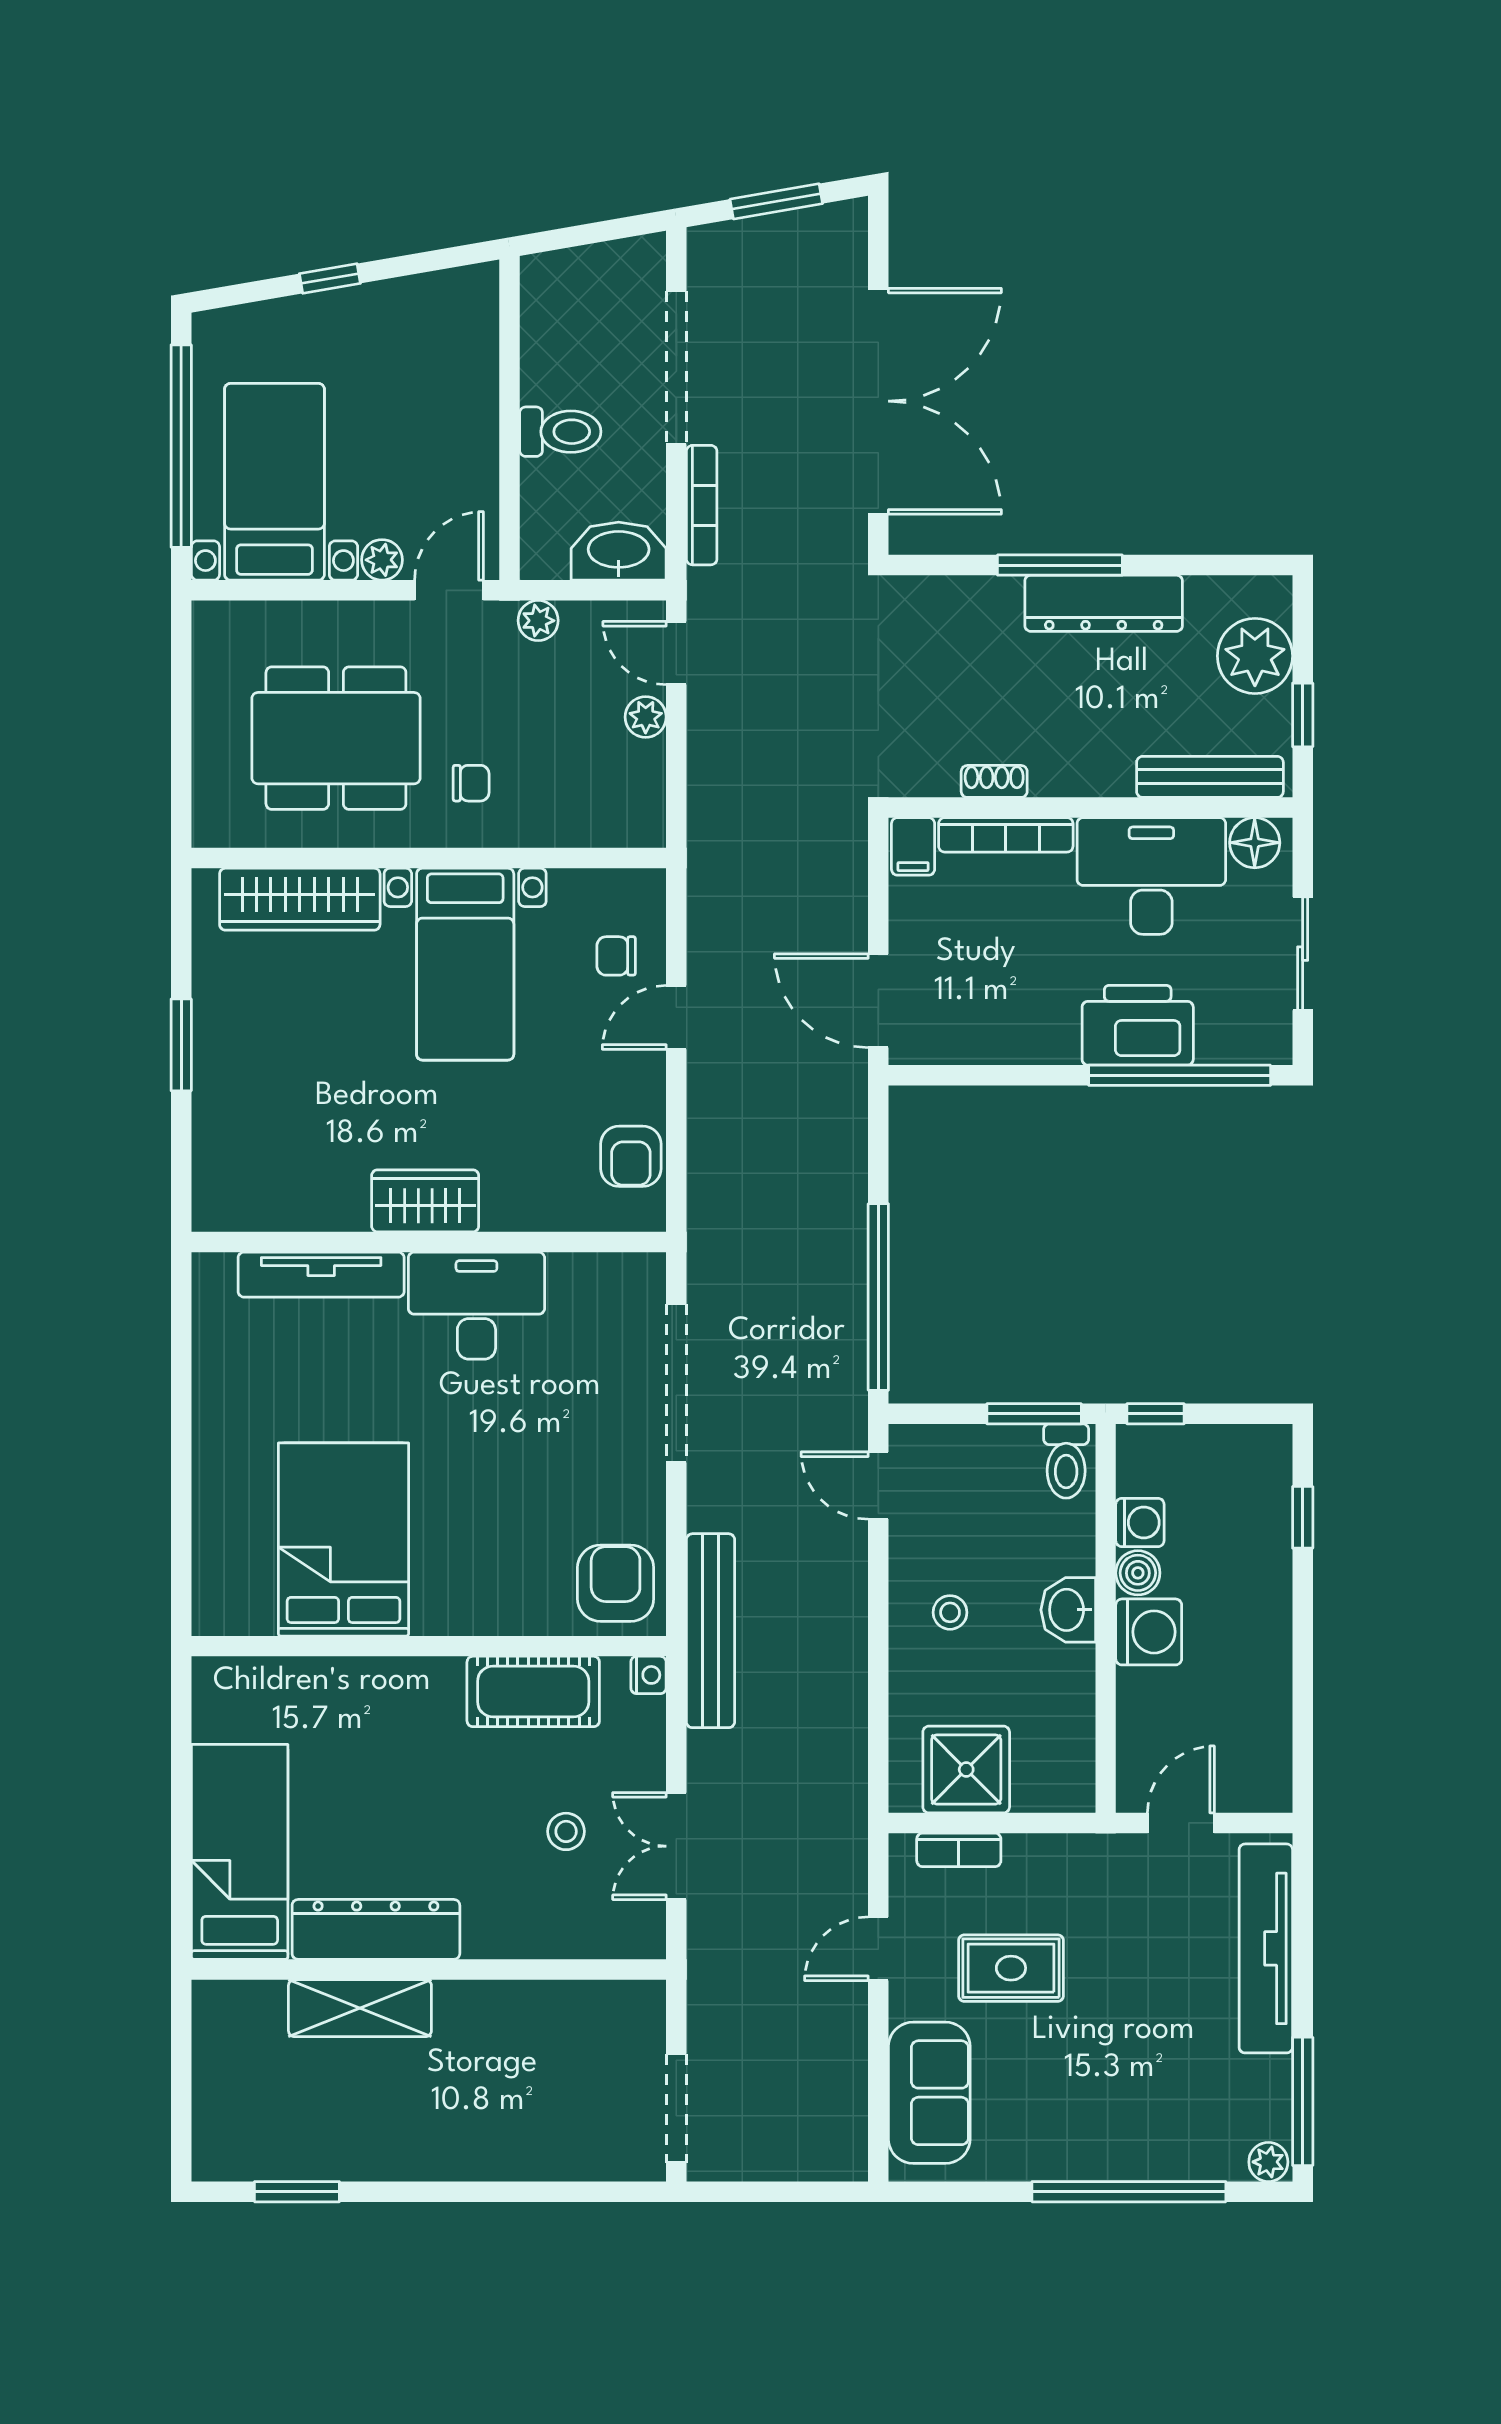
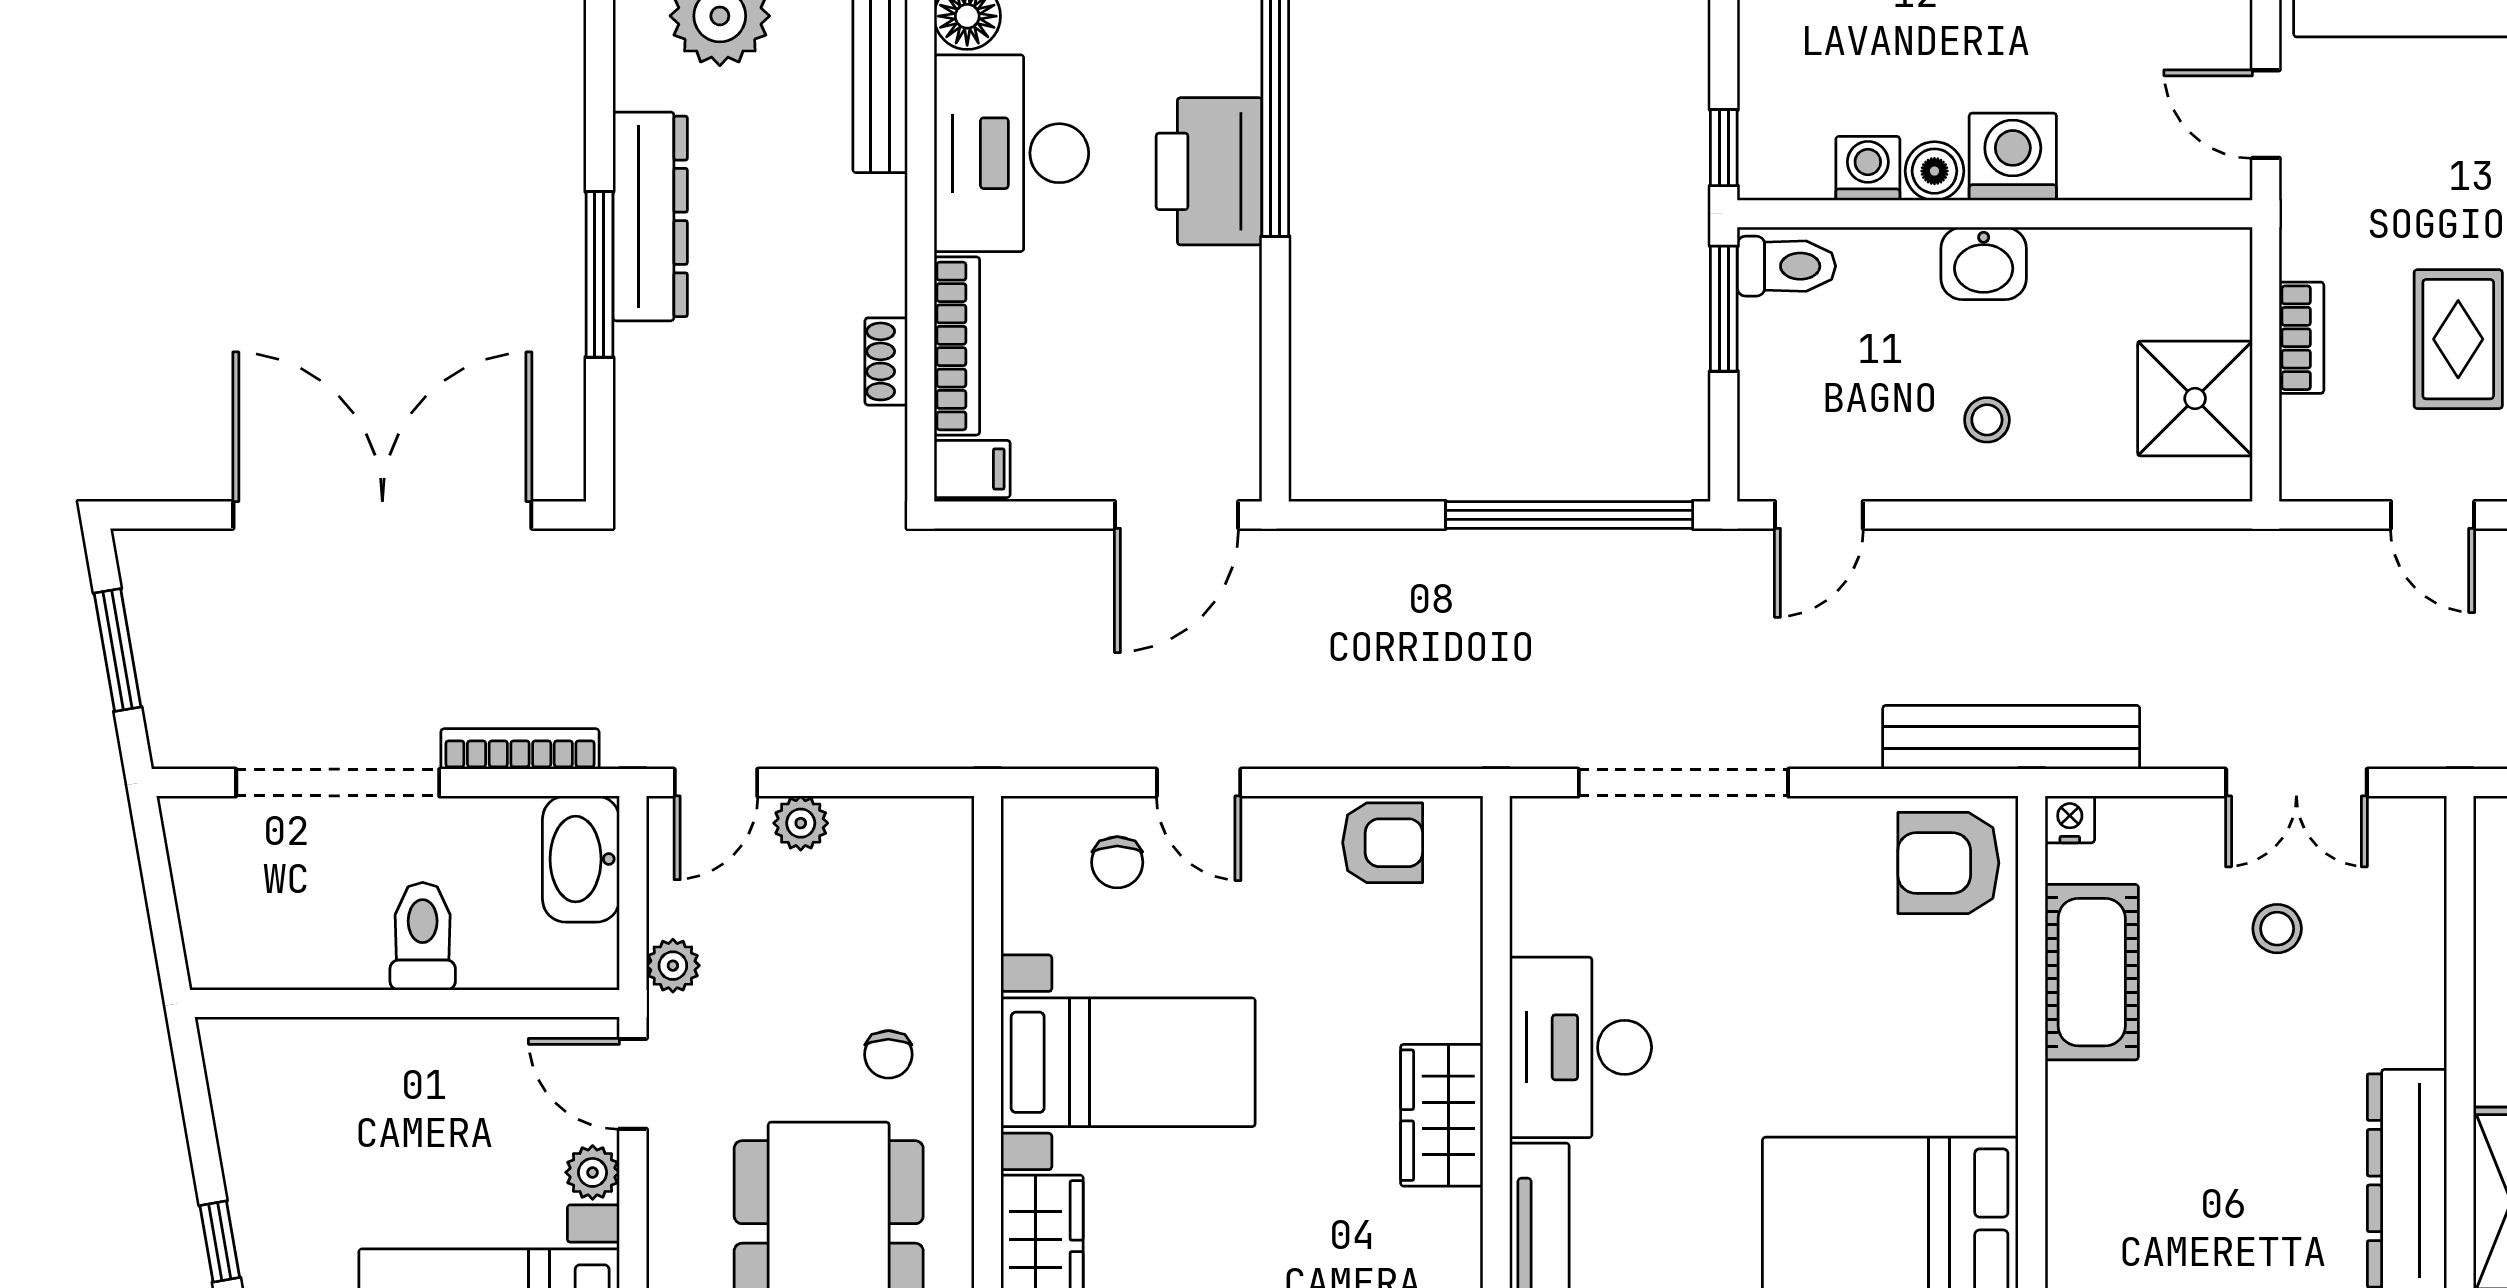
chair: (471, 783) -> (888, 1054), turned 180
bookcase: (959, 1850) -> (2302, 338), moved

